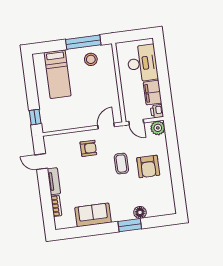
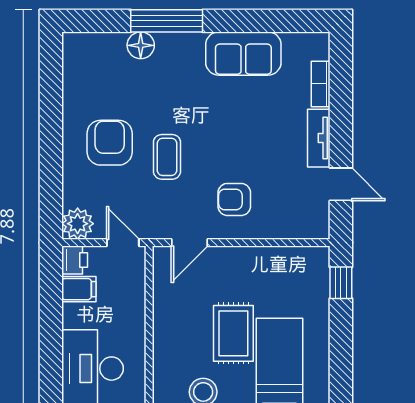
rug: (81, 88) -> (233, 333), added
filing cabinet: (153, 93) -> (79, 289), width x0.50
window: (130, 225) -> (167, 21), width x1.44

